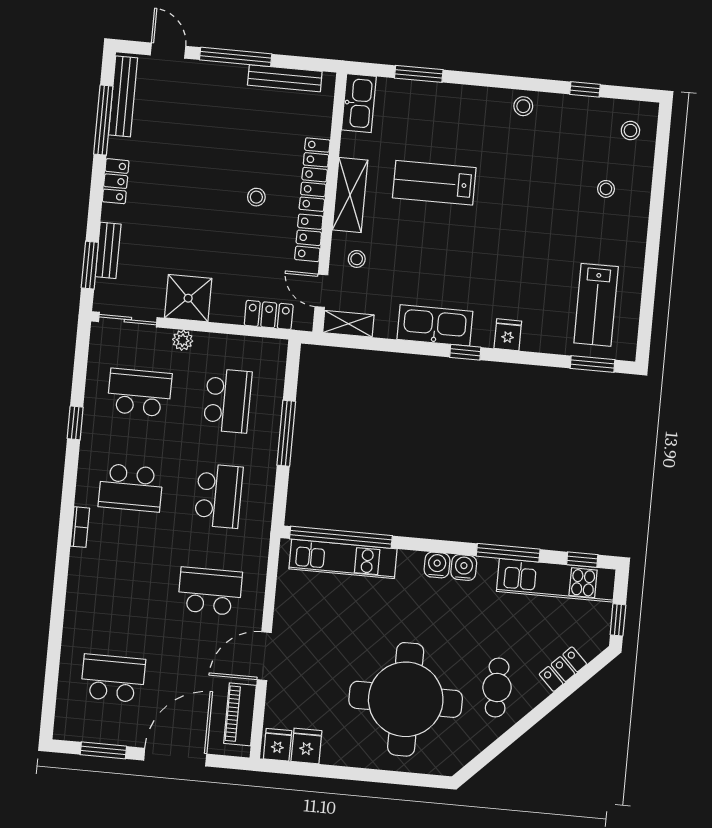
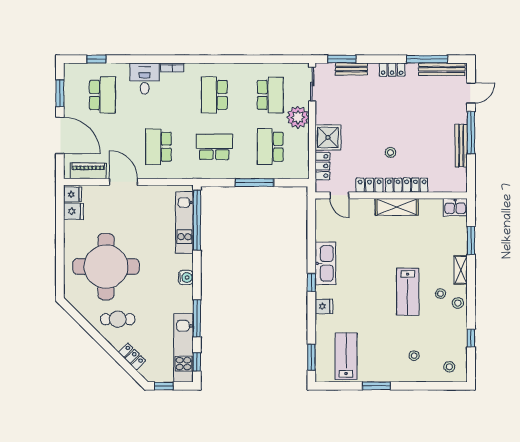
bench: (285, 78) -> (461, 146), moved
kitchen sink: (359, 103) -> (455, 207), width x0.73
lab bench: (434, 183) -> (408, 292), moved, turned 180
window: (651, 258) -> (376, 386), added
stool: (357, 259) -> (441, 294), moved
door: (321, 291) -> (339, 195), swing flipped
shower: (188, 298) -> (328, 137), moved
lab bench: (596, 305) -> (346, 356), turned 90
shelving: (348, 324) -> (461, 270), moved
plant: (183, 340) -> (298, 117), width x1.87, depth x1.87
school desk: (228, 401) -> (270, 147), turned 90
window: (75, 423) -> (96, 59), moved
school desk: (219, 496) -> (214, 147), turned 180
bookcase: (80, 527) -> (172, 67), moved
water cooler: (464, 568) -> (186, 293), removed
school desk: (210, 591) -> (158, 147), turned 180
desk: (92, 604) -> (145, 79), added

